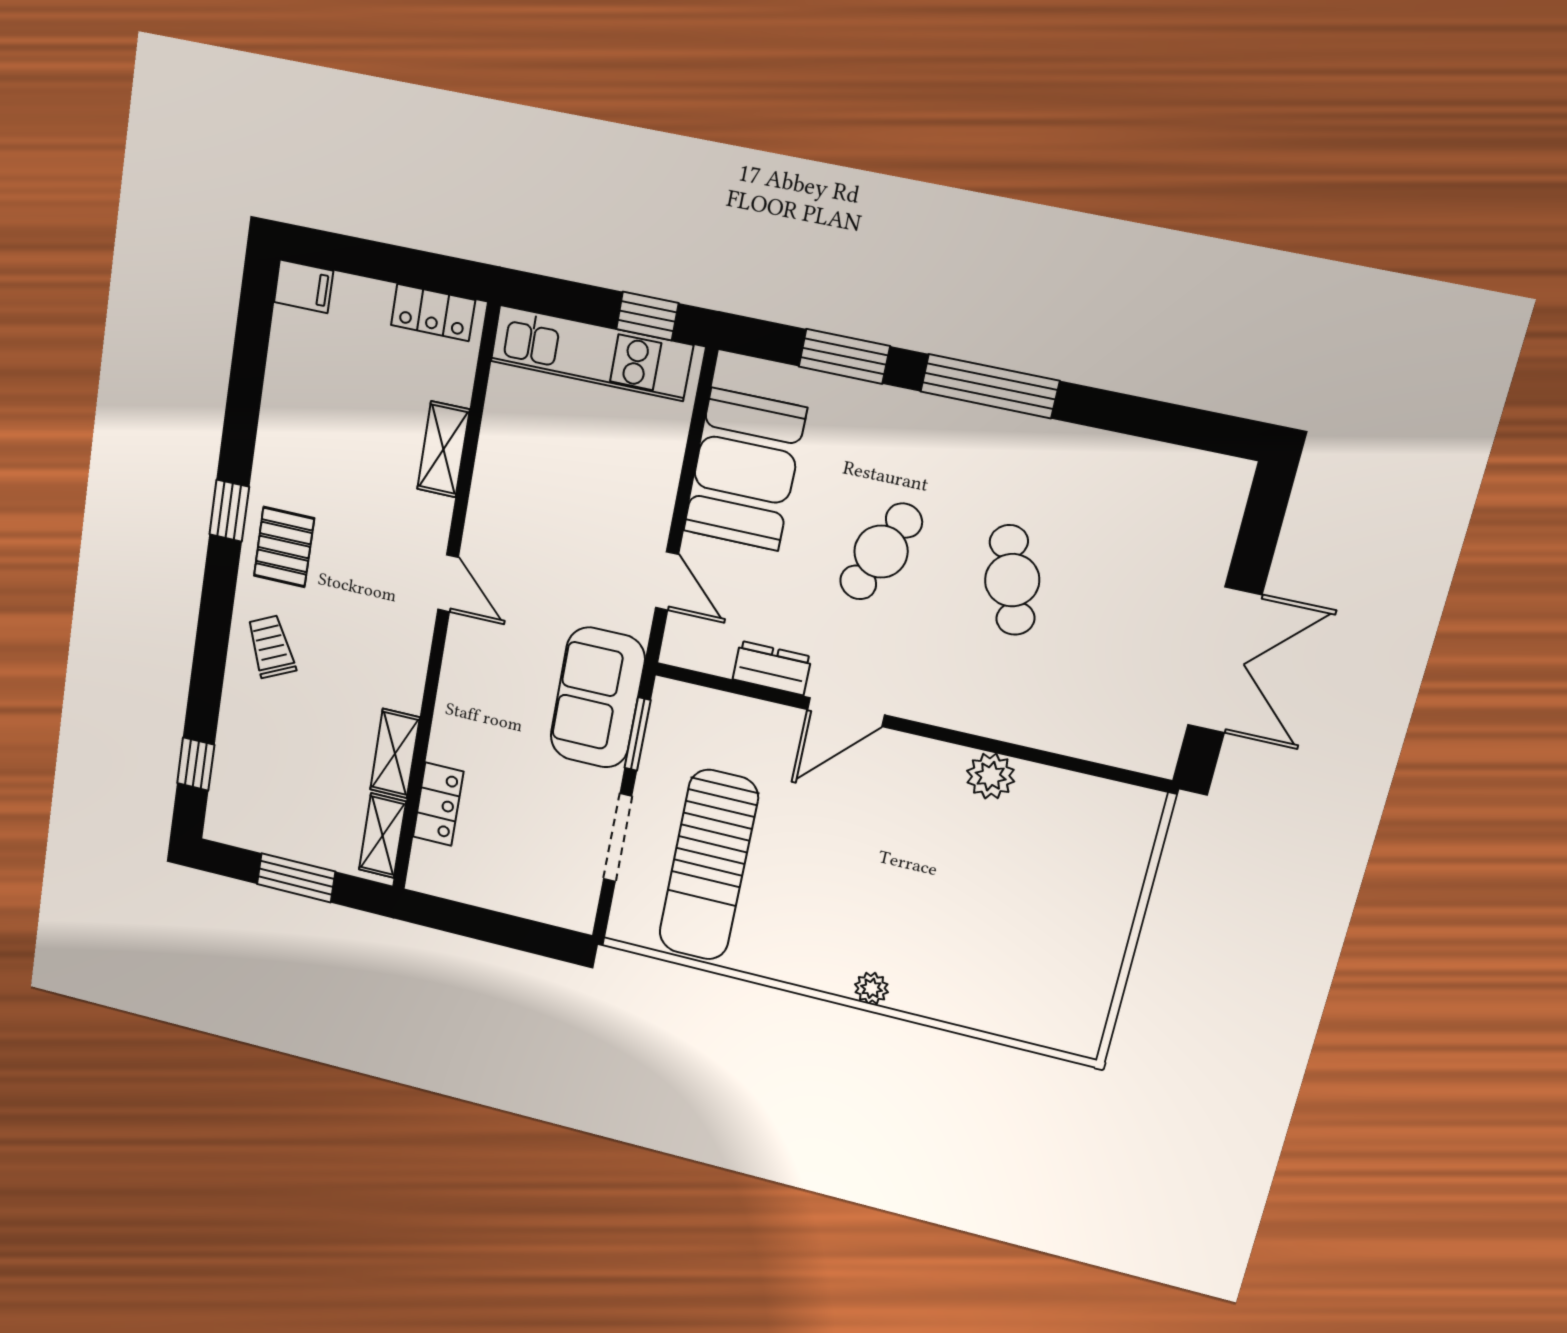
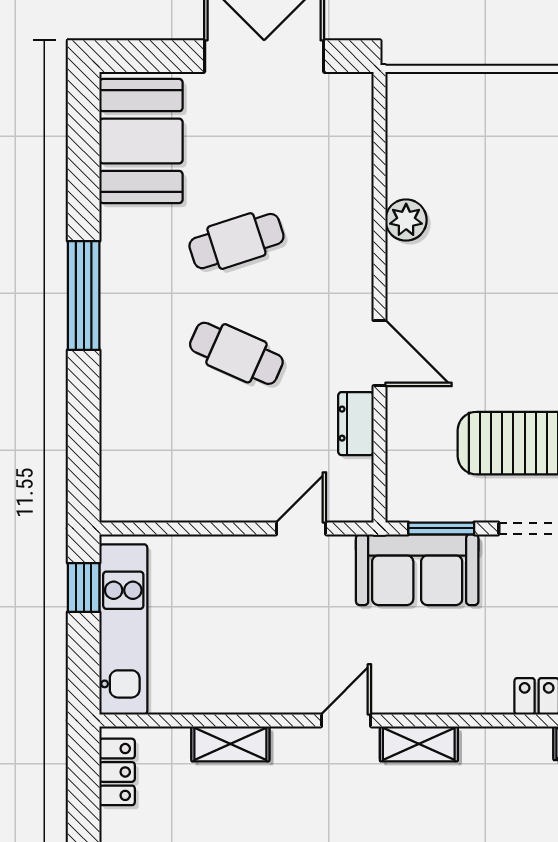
window: (844, 356) -> (84, 418), removed
booth: (745, 470) -> (141, 141), moved, turned 90
shelving: (395, 753) -> (419, 744), moved

